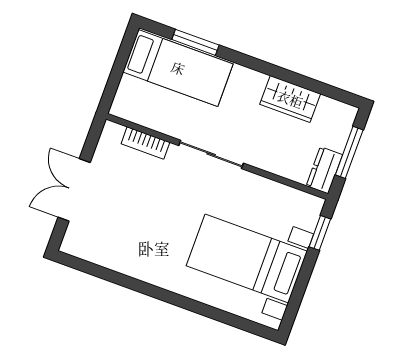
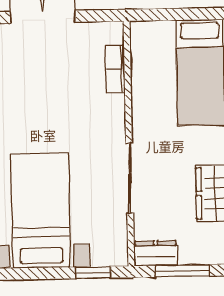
sliding door: (211, 154) -> (130, 178), moved

